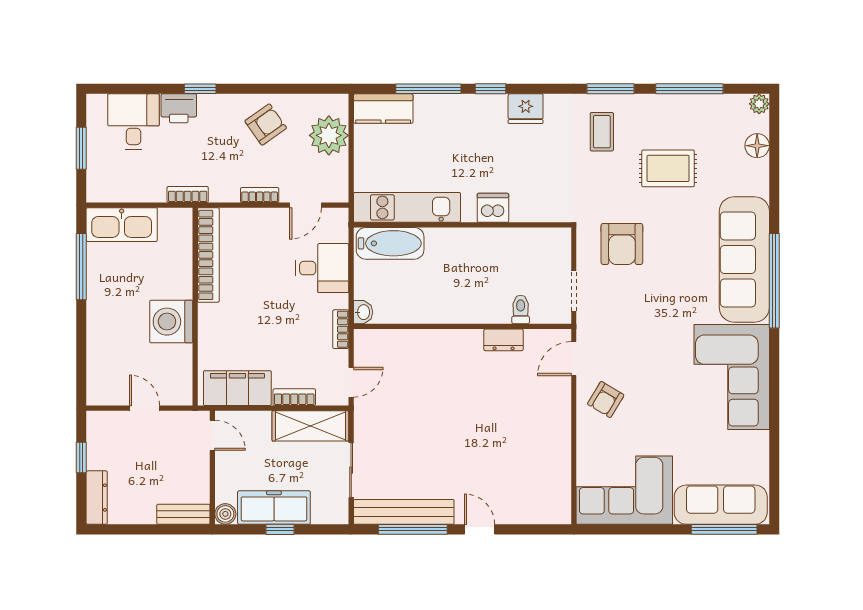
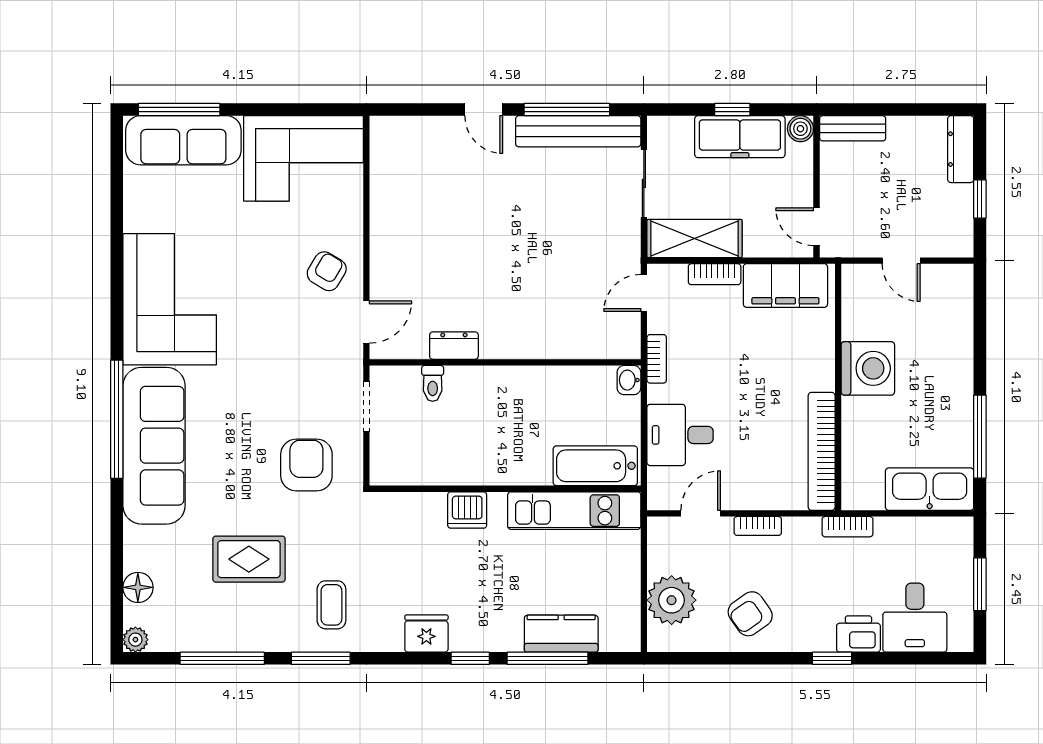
kitchen counter: (383, 109) -> (561, 634), moved

